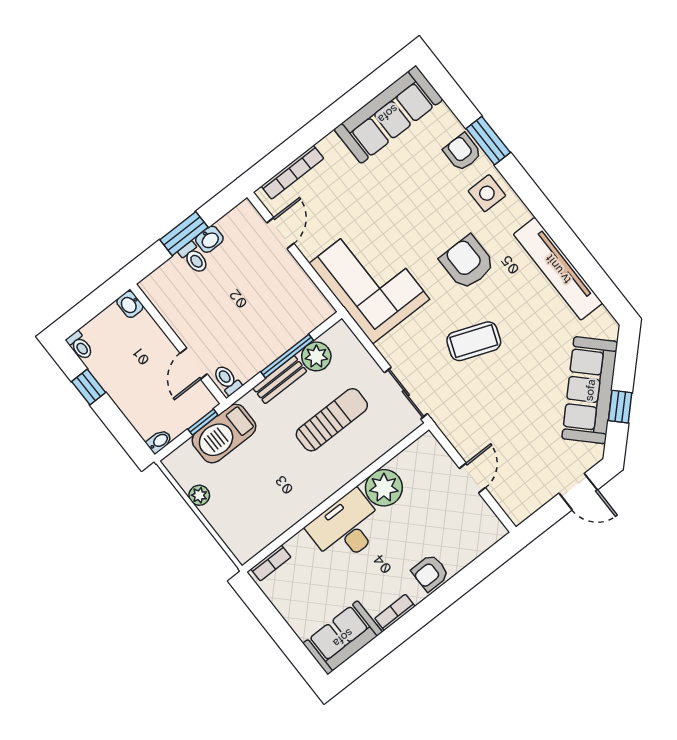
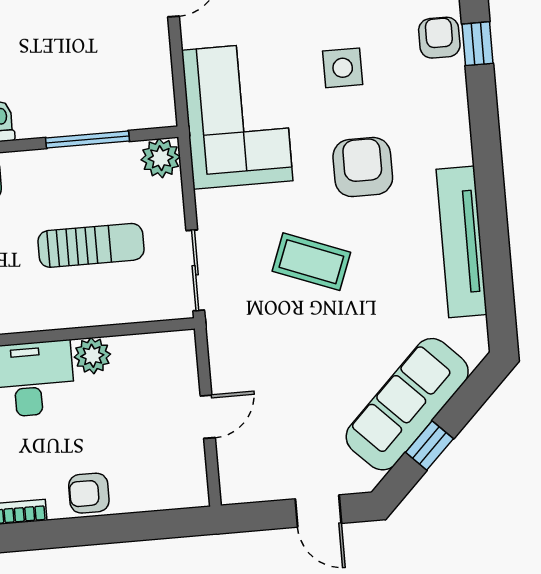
window: (488, 141) -> (478, 44), width x0.67
side table: (487, 193) -> (343, 68), moved
plant: (316, 356) -> (161, 158), moved
bench: (280, 380) -> (61, 161), removed
plant: (384, 488) -> (92, 356), width x0.73, depth x0.73

